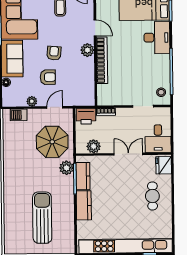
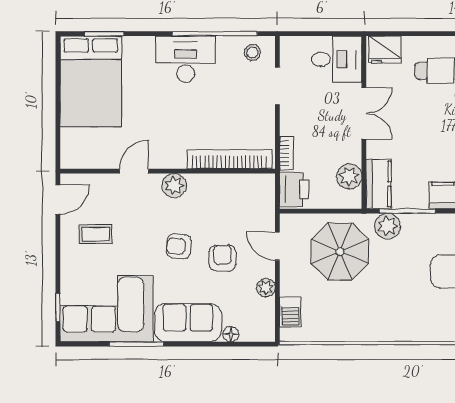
desk: (157, 38) -> (186, 59), moved
bookcase: (102, 60) -> (229, 159), moved
double door: (128, 154) -> (364, 113), swing flipped
kitchen counter: (83, 176) -> (379, 184), moved, turned 90

